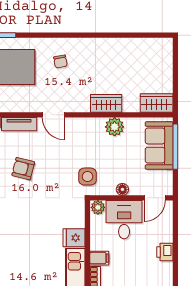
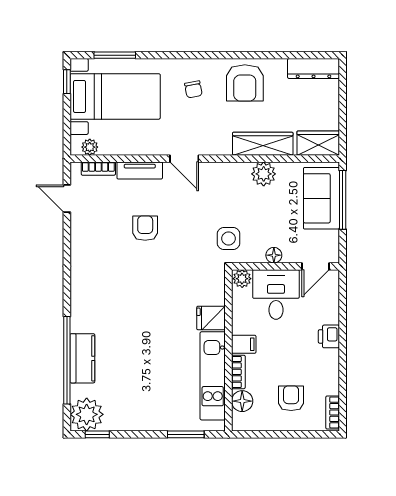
dresser: (153, 45) -> (314, 69), added
armchair: (100, 57) -> (245, 83), added
wardrobe: (106, 103) -> (263, 144), width x1.50
armchair: (23, 169) -> (145, 228), turned 76

